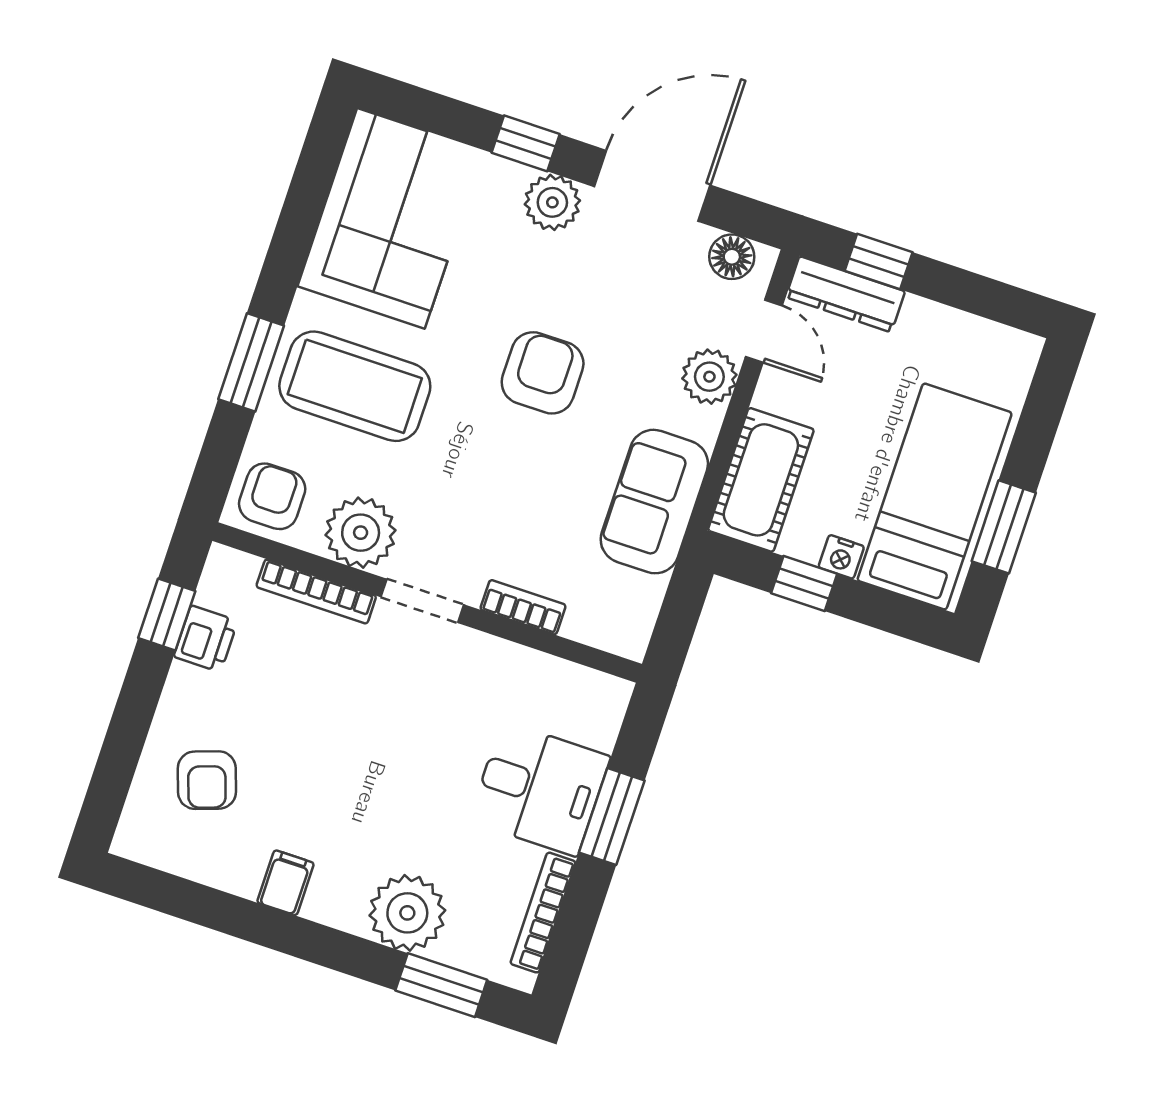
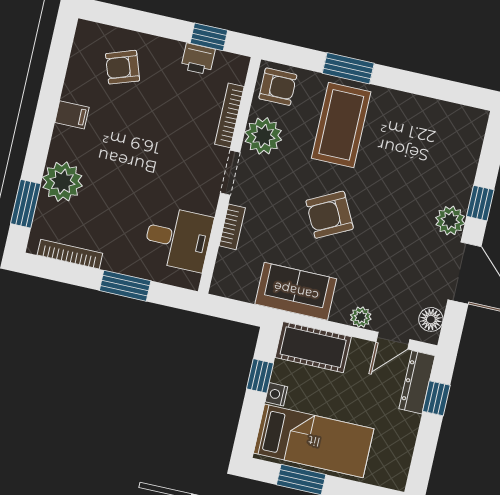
corner sofa: (391, 218) -> (433, 135), removed
armchair: (543, 373) -> (330, 215), moved, turned 153
plant: (709, 377) -> (361, 317), width x0.73, depth x0.73
desk: (540, 789) -> (178, 239), moved, turned -90

